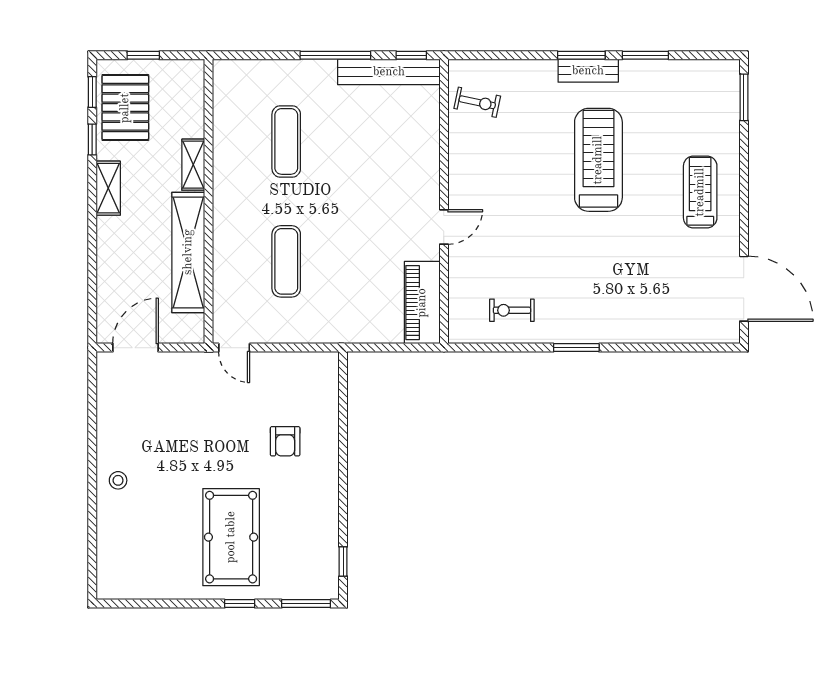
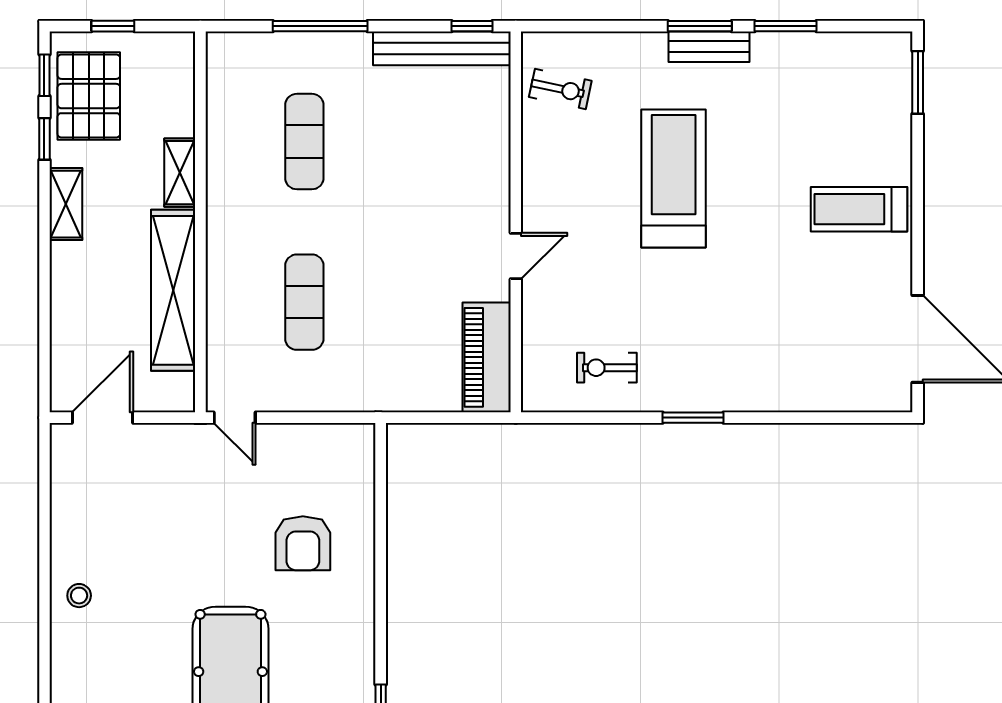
window: (335, 55) -> (320, 26), moved
treadmill: (598, 160) -> (674, 178), moved
treadmill: (700, 192) -> (859, 209), turned -90
armchair: (285, 441) -> (303, 543), width x1.38, depth x1.38

